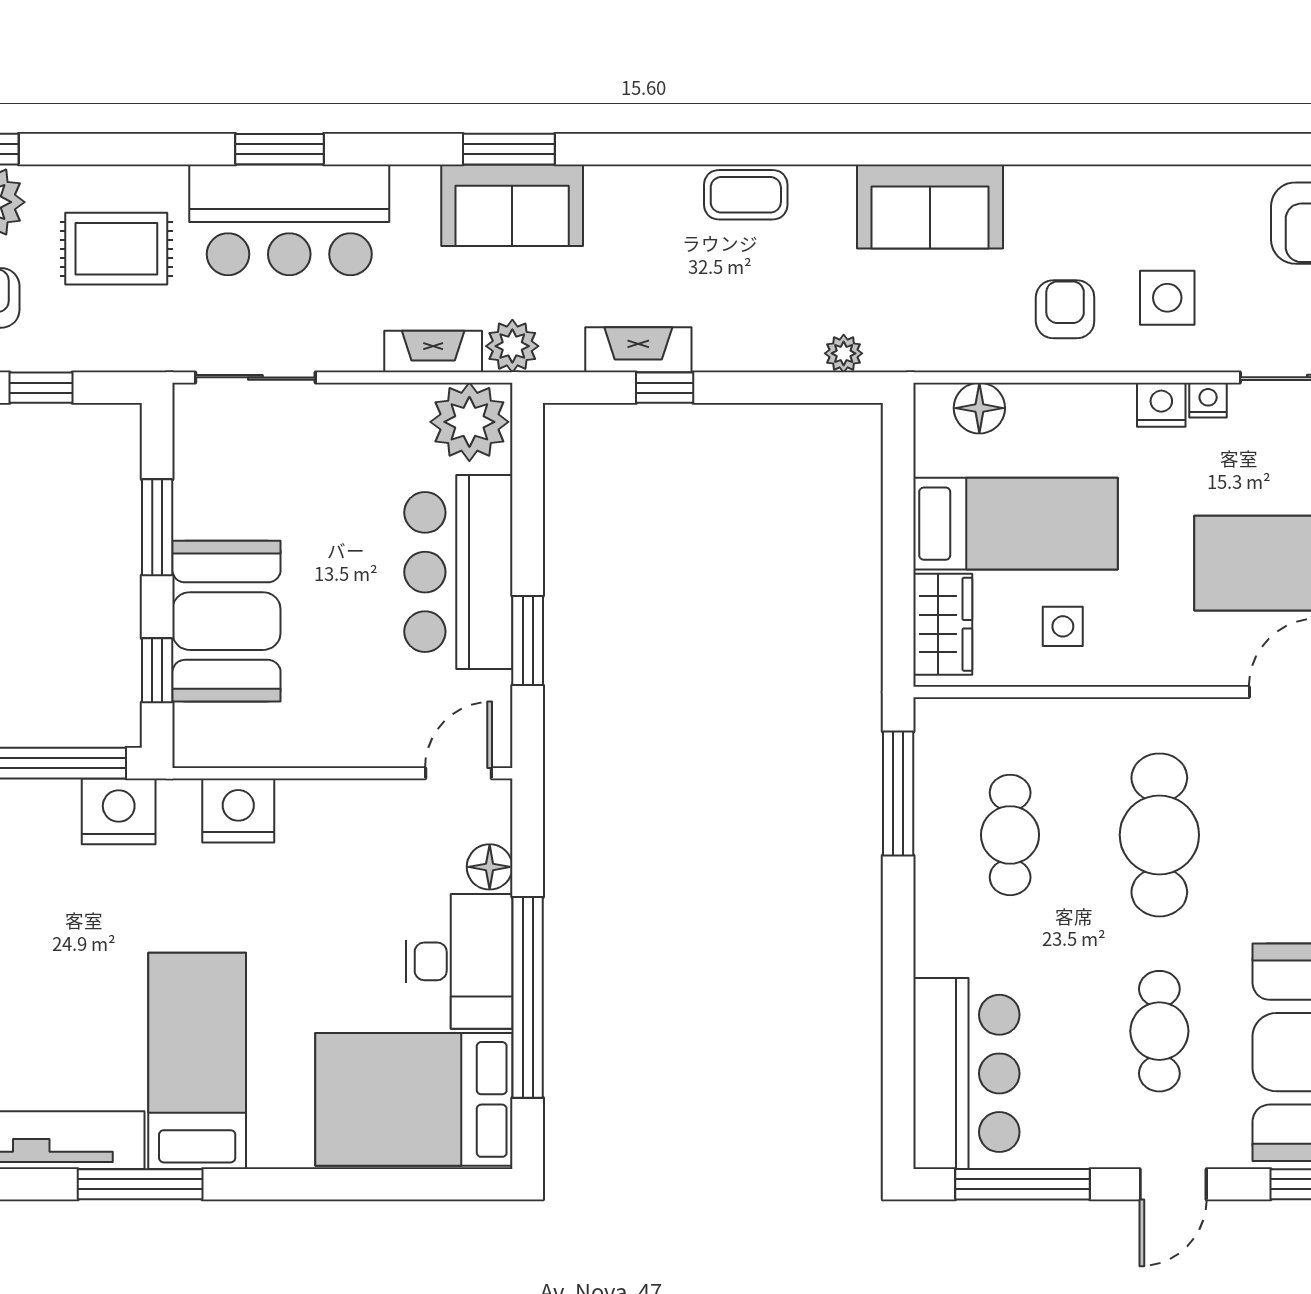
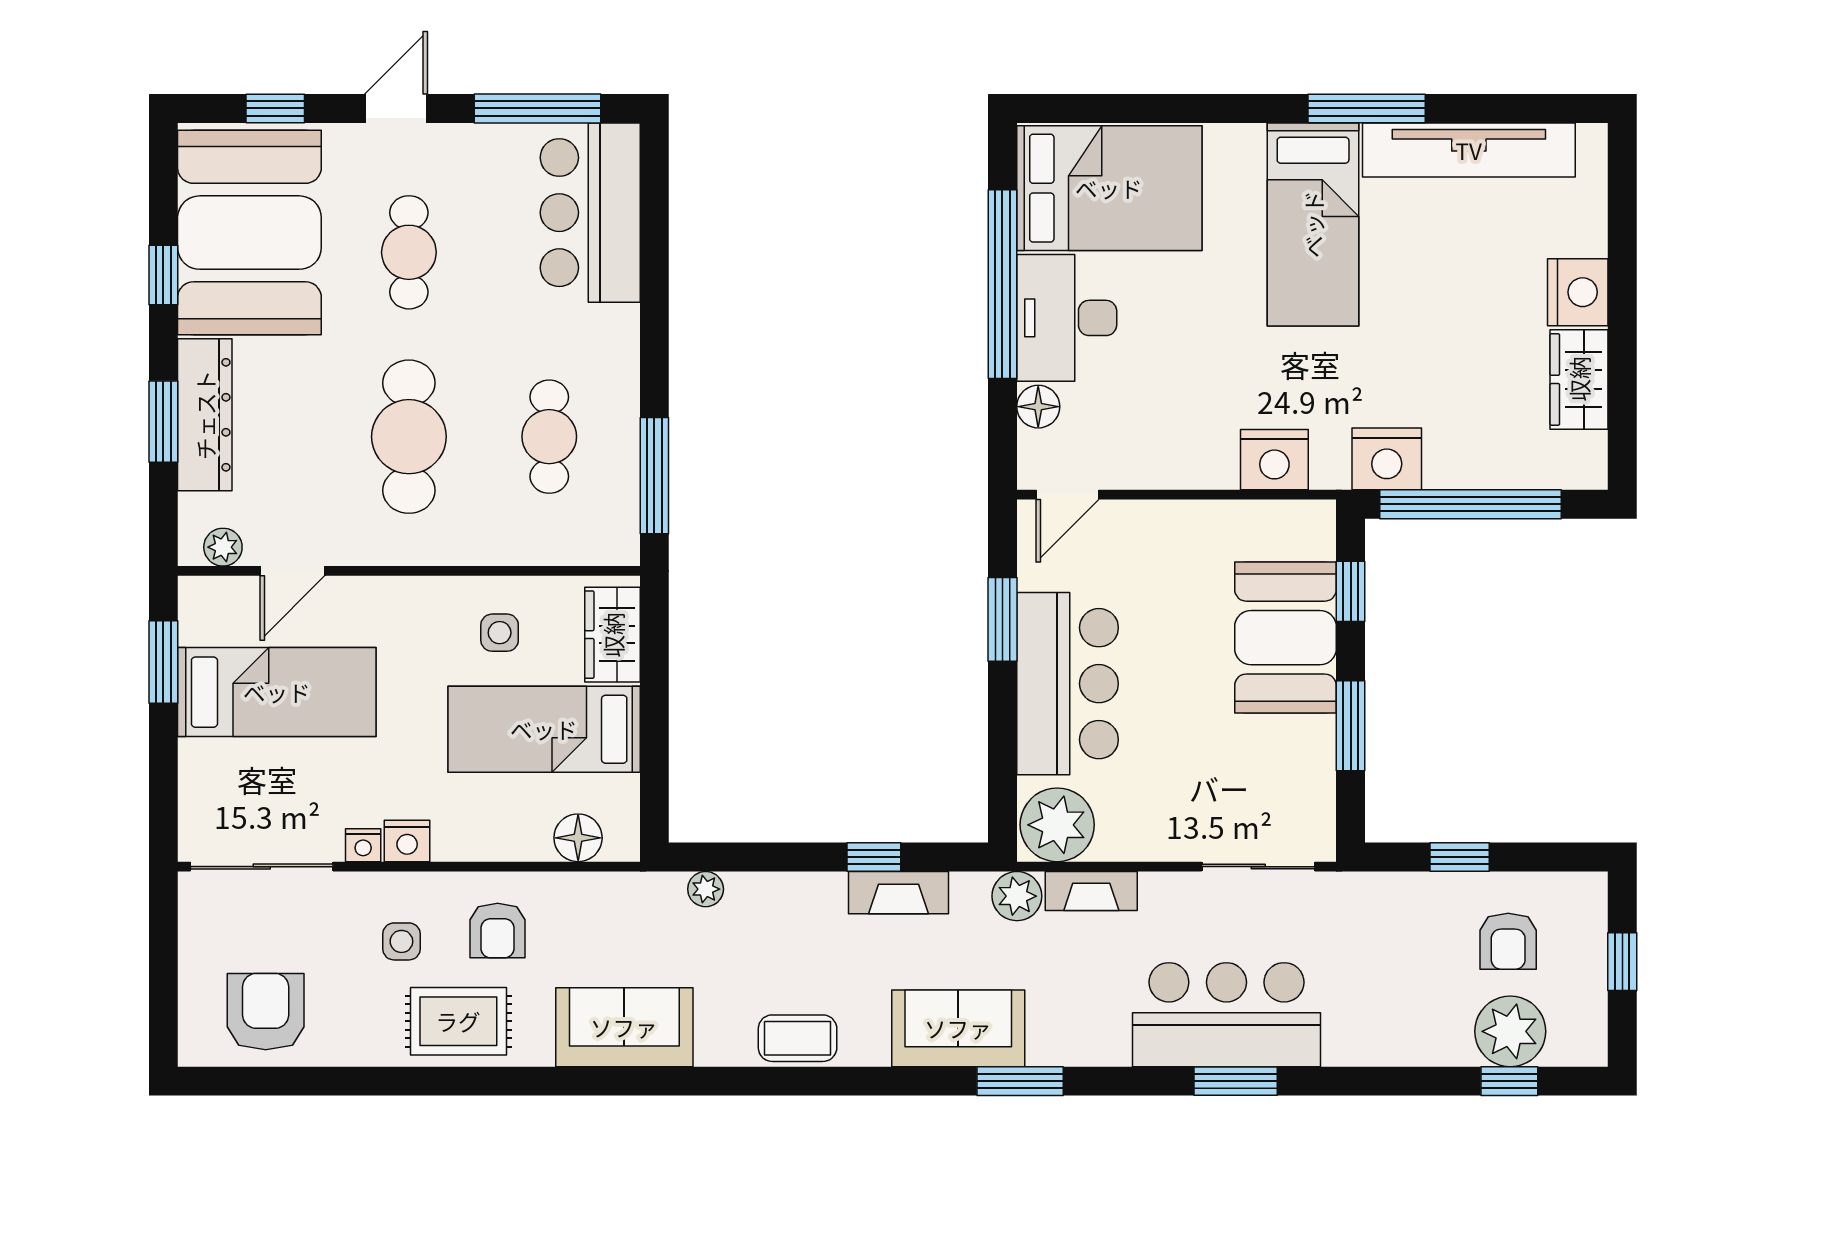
sofa: (512, 205) -> (958, 1028), moved
rug: (116, 249) -> (458, 1021), moved
side table: (1167, 298) -> (401, 941), width x0.73, depth x0.73

